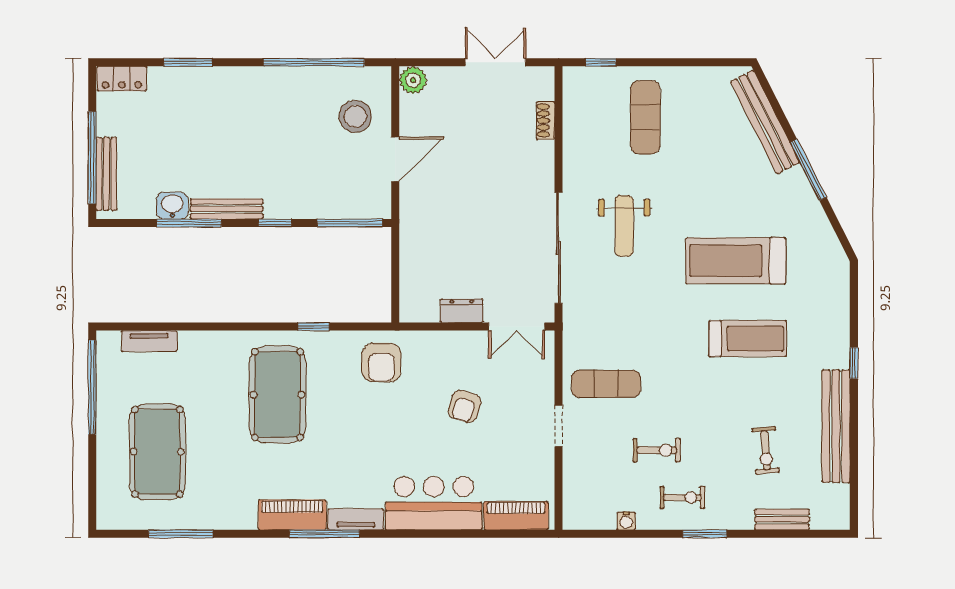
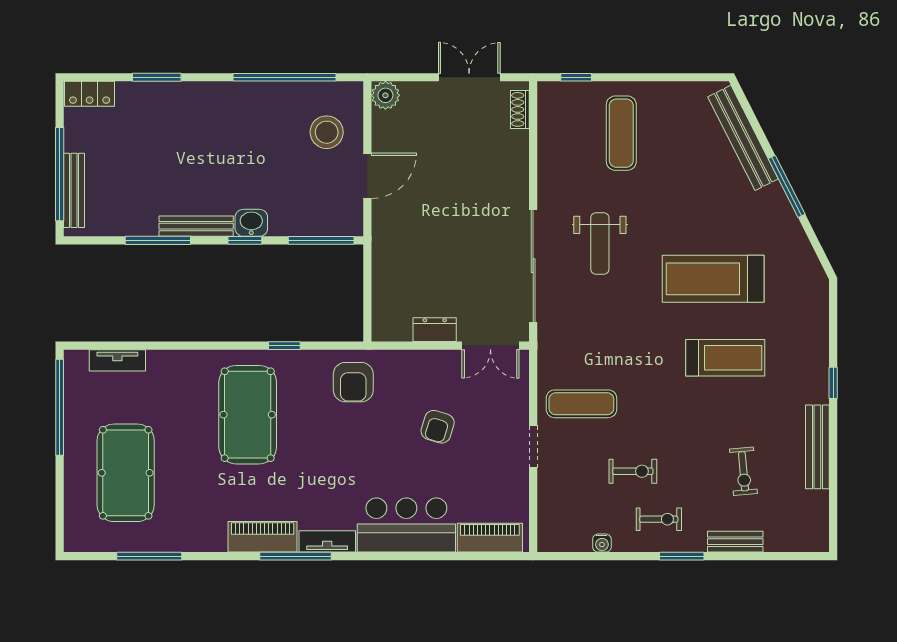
shoe rack: (546, 121) -> (520, 109), moved
washbasin: (172, 206) -> (251, 223), moved
bench: (836, 426) -> (817, 447), width x0.73, depth x0.82
bench: (782, 520) -> (735, 542), moved

